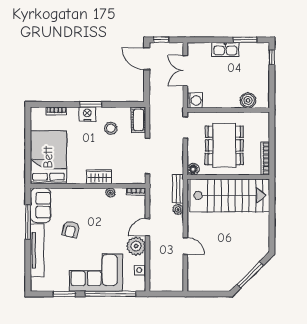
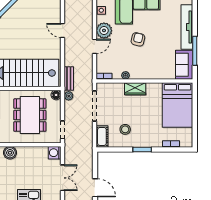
nightstand: (87, 114) -> (145, 141), removed
plant: (178, 209) -> (69, 96), moved
armchair: (71, 229) -> (138, 39), moved

